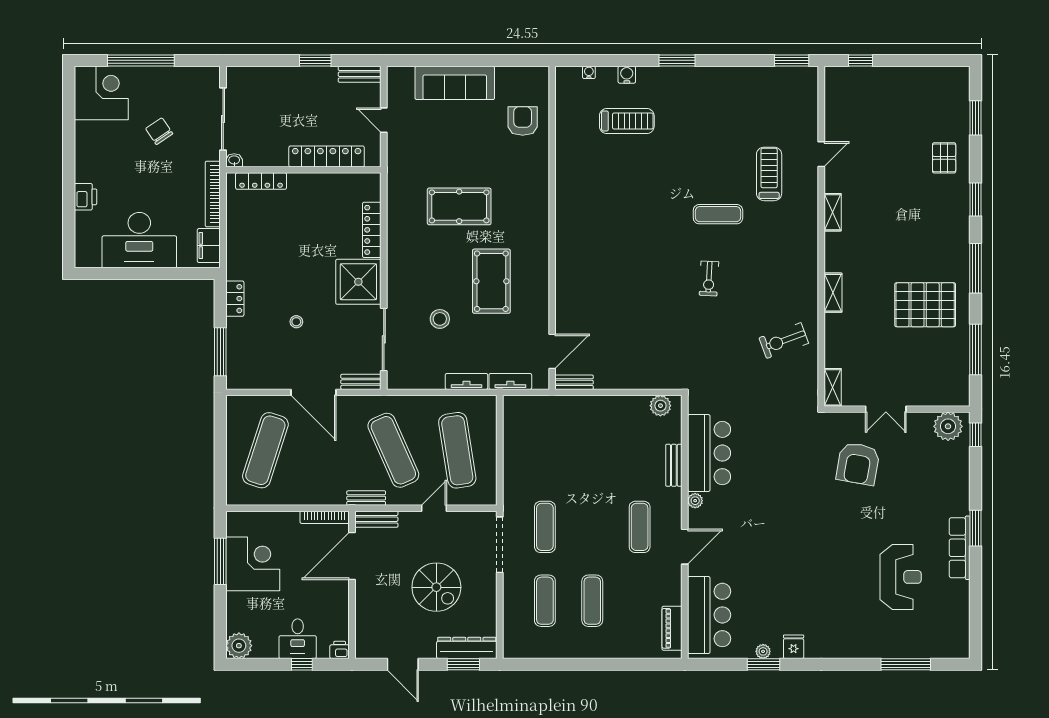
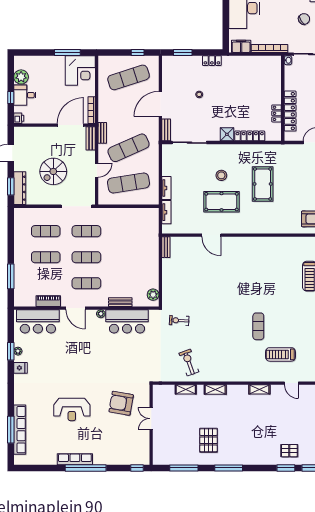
treadmill: (769, 174) -> (280, 354), turned 180
locker: (261, 181) -> (277, 113), moved, width x0.66
window: (976, 199) -> (286, 468), moved
exercise bike: (709, 278) -> (179, 320), moved
shower: (358, 282) -> (227, 134), width x0.54, depth x0.54
pallet: (925, 305) -> (209, 440), width x0.73, depth x0.71
stool: (440, 319) -> (221, 175), moved
door: (552, 351) -> (211, 235), moved
window: (220, 352) -> (183, 53), width x0.69
shelving: (833, 387) -> (186, 389), moved
plant: (948, 426) -> (142, 453), removed
window: (220, 434) -> (138, 53), added
exercise mat: (265, 450) -> (129, 77), turned -36
door: (434, 508) -> (97, 170), hinge flipped
exercise mat: (592, 527) -> (86, 257), added
window: (976, 528) -> (86, 468), width x2.11
door: (352, 556) -> (70, 125), hinge flipped
corner desk: (253, 564) -> (80, 70), moved
reception desk: (901, 577) -> (72, 409), moved
piano: (672, 628) -> (48, 301), moved
plant: (239, 646) -> (21, 77), moved
row of seats: (906, 648) -> (20, 430), added
window: (627, 664) -> (11, 276), added

